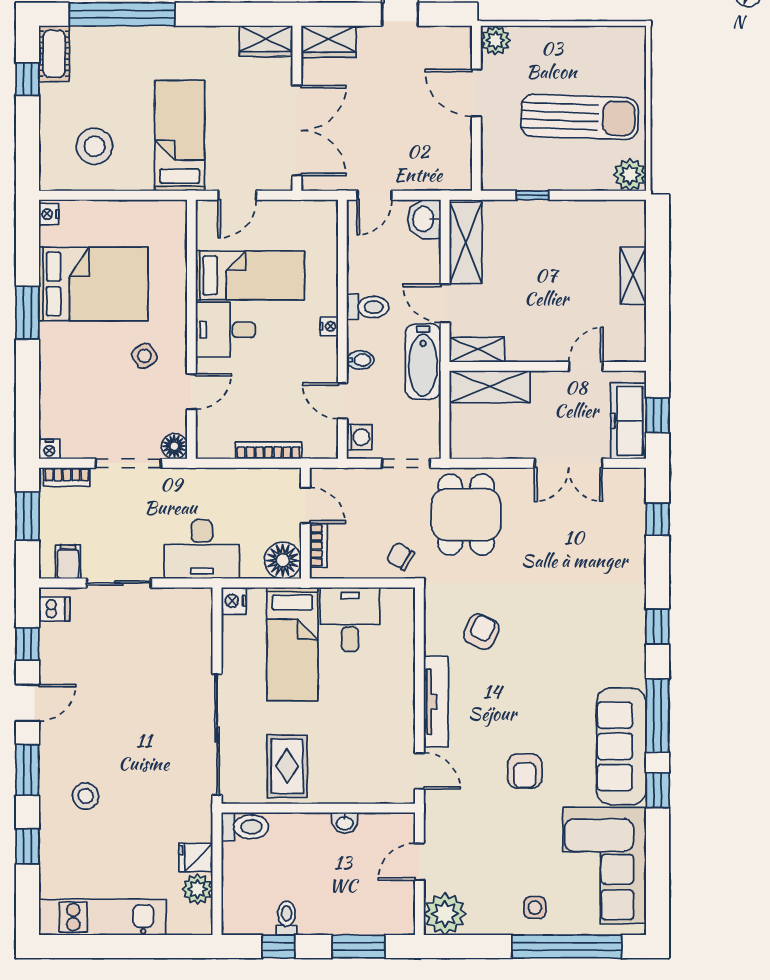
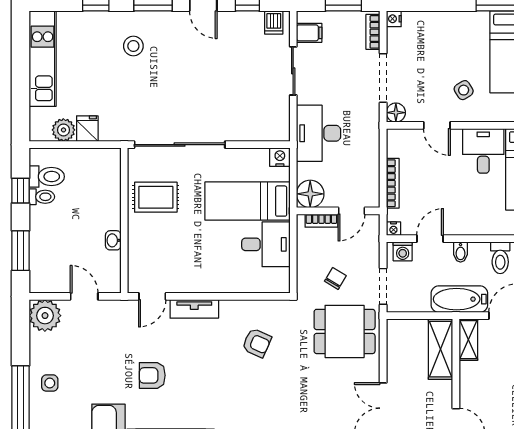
nightstand: (329, 326) -> (393, 229), moved
chair: (400, 556) -> (335, 278), moved
tv unit: (436, 702) -> (194, 309), width x0.71
toilet: (245, 827) -> (47, 177), moved, turned -90

